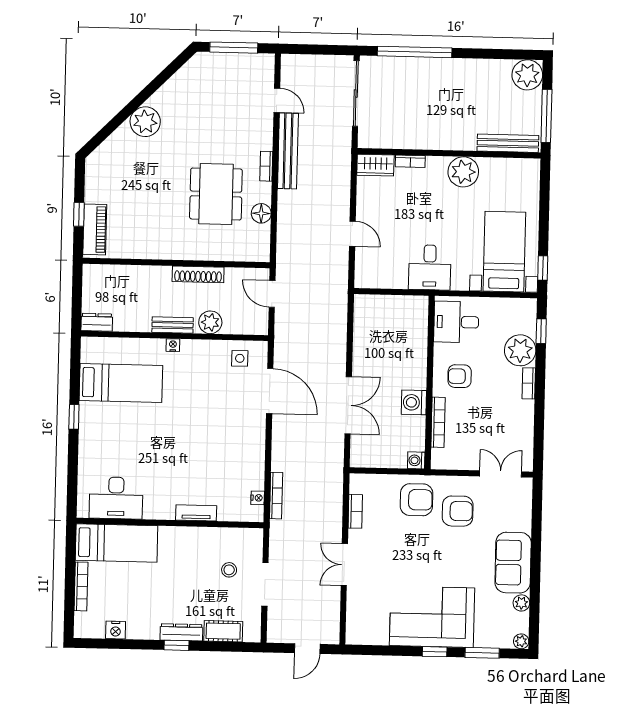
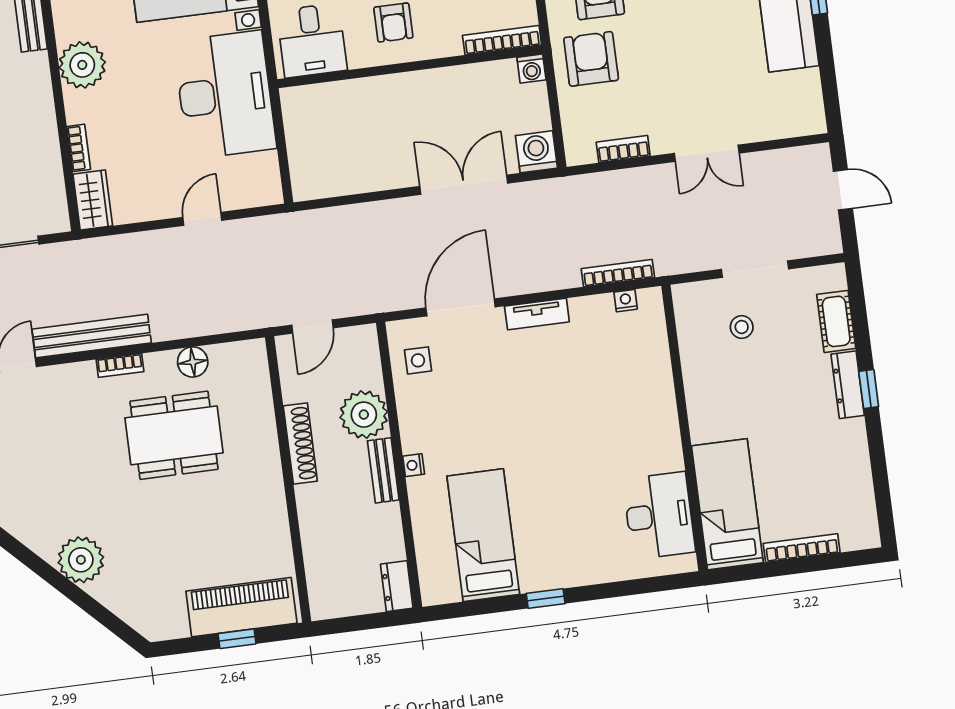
piano: (95, 229) -> (241, 607), width x1.37, depth x1.33
desk: (430, 267) -> (225, 95), width x1.87, depth x1.30
plant: (210, 322) -> (364, 415), width x1.36, depth x1.36
washing machine: (414, 402) -> (536, 152), moved, turned 180
bookcase: (438, 422) -> (502, 40), moved
tv unit: (196, 513) -> (537, 314), moved, turned -90
nightstand: (116, 630) -> (860, 485), removed

